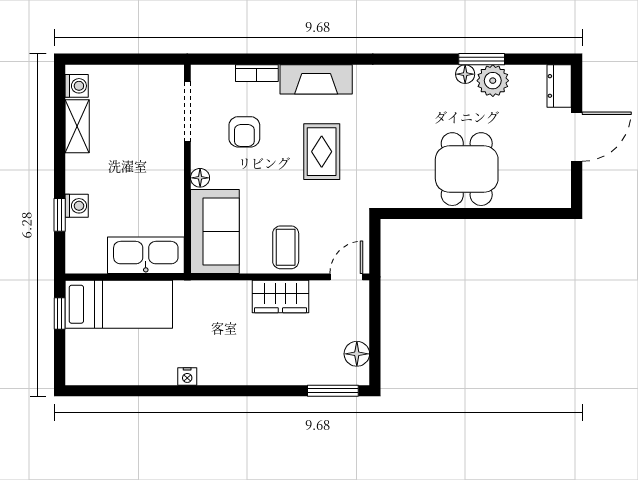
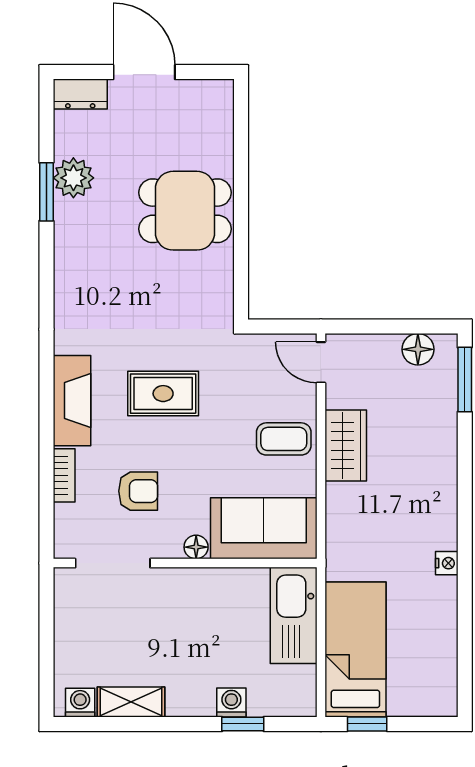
floor lamp: (465, 74) -> (65, 213), removed

